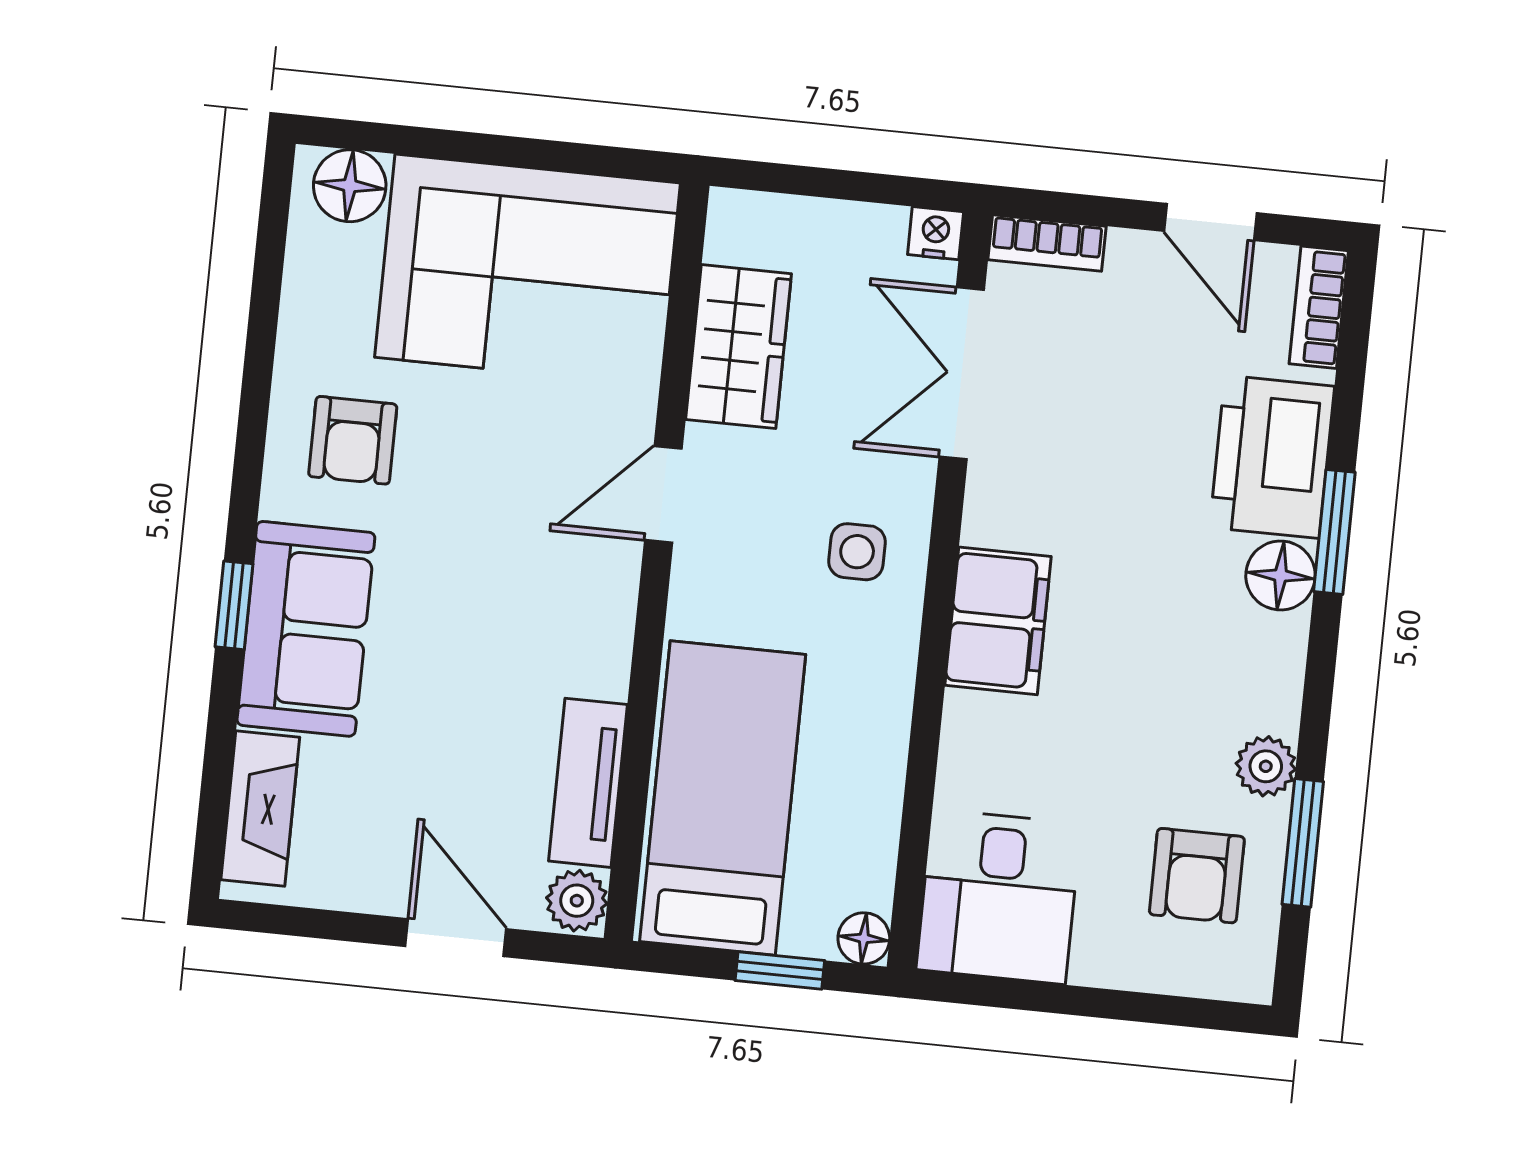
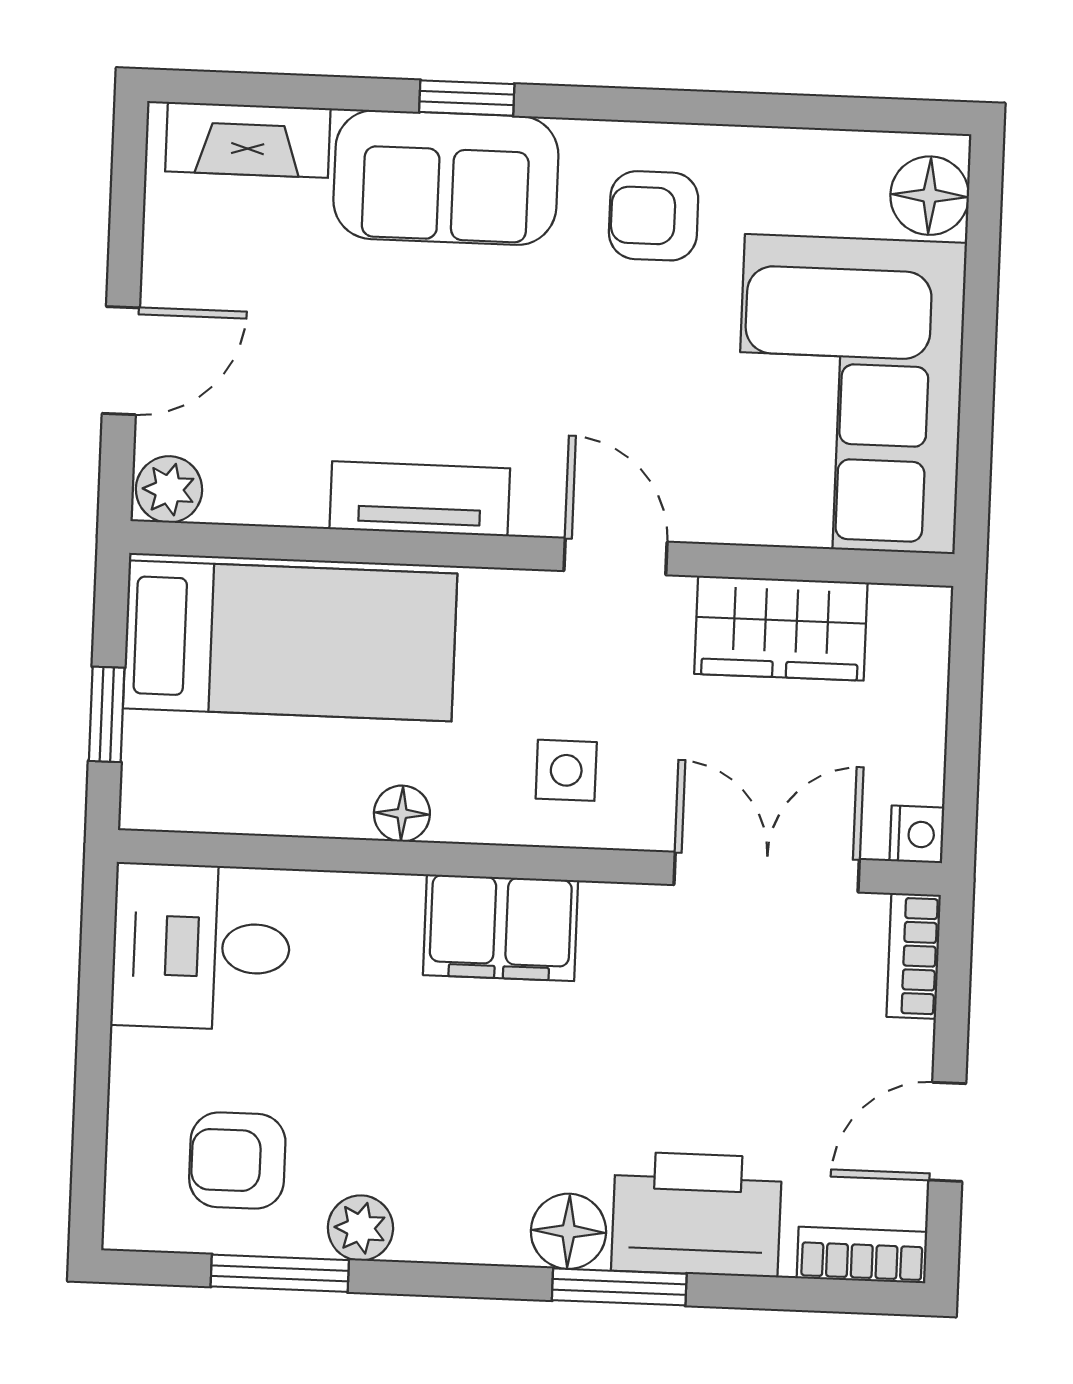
tv unit: (588, 783) -> (420, 499), moved
floor lamp: (864, 938) -> (402, 814), moved

